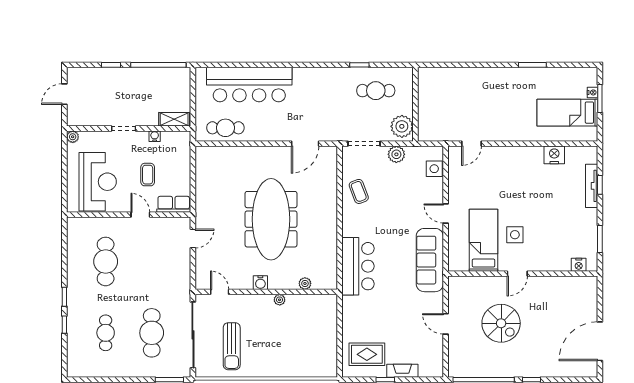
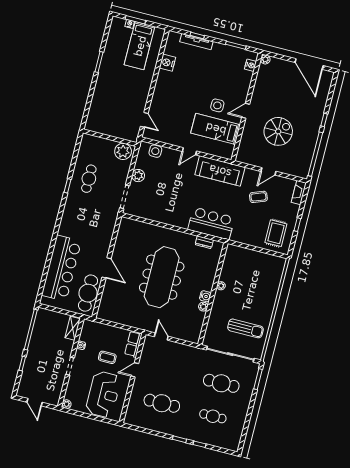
wall: (415, 104) -> (110, 138), moved
plant: (402, 126) -> (123, 151), moved
cafe table: (225, 128) -> (88, 293), width x1.37, depth x1.35
door: (305, 144) -> (106, 268), moved
reception desk: (98, 182) -> (103, 394), turned 90
coffee table: (359, 191) -> (258, 197), moved
meeting table: (271, 219) -> (162, 277), turned 90
dresser: (331, 263) -> (204, 242), added
door: (517, 274) -> (246, 111), swing flipped
plant: (591, 282) -> (265, 59), added
plant: (305, 283) -> (203, 307), moved
door: (220, 292) -> (204, 327), removed
fireplace: (402, 371) -> (299, 193), moved

